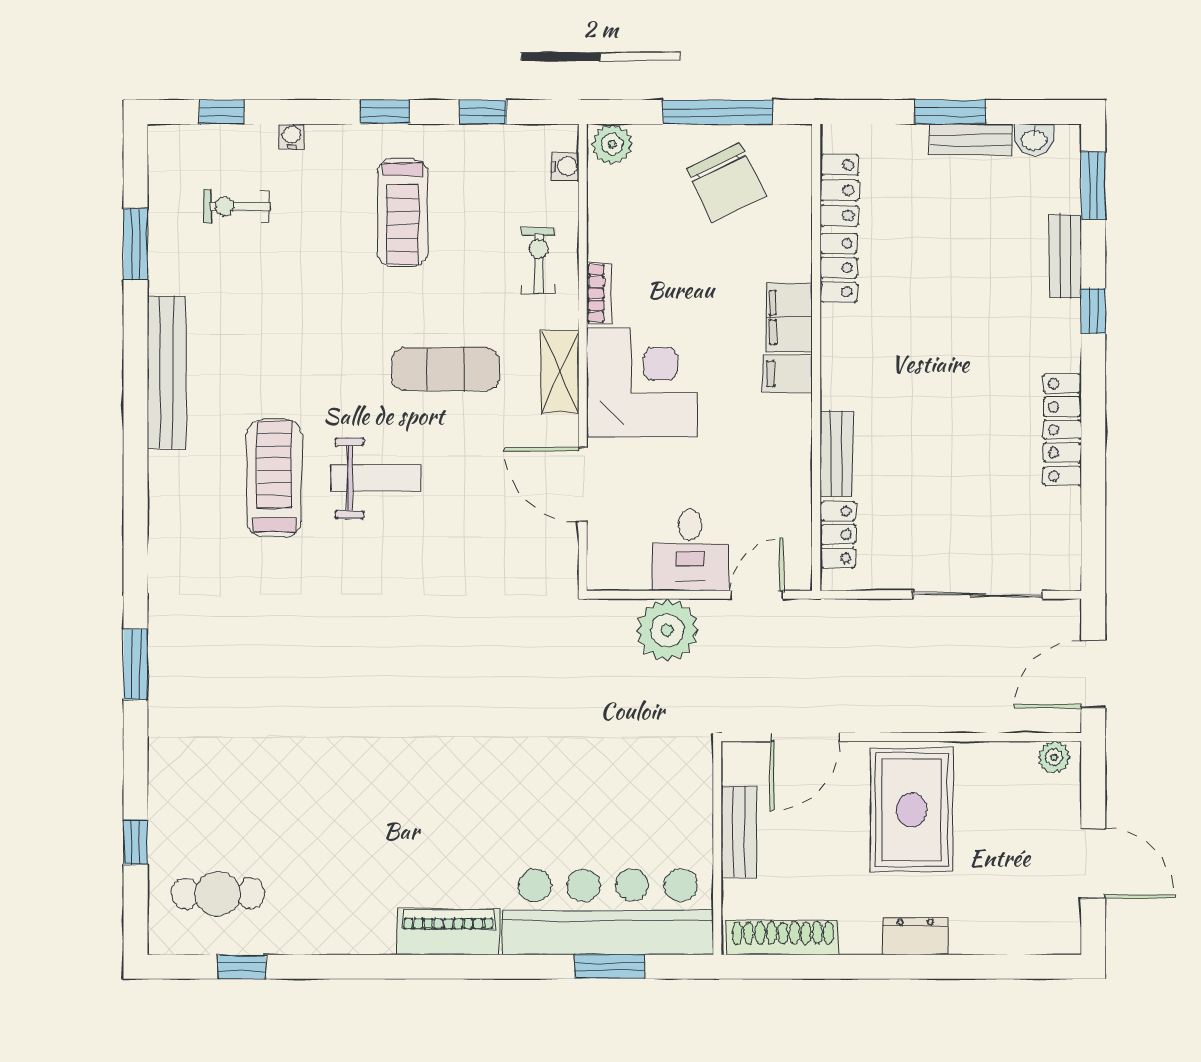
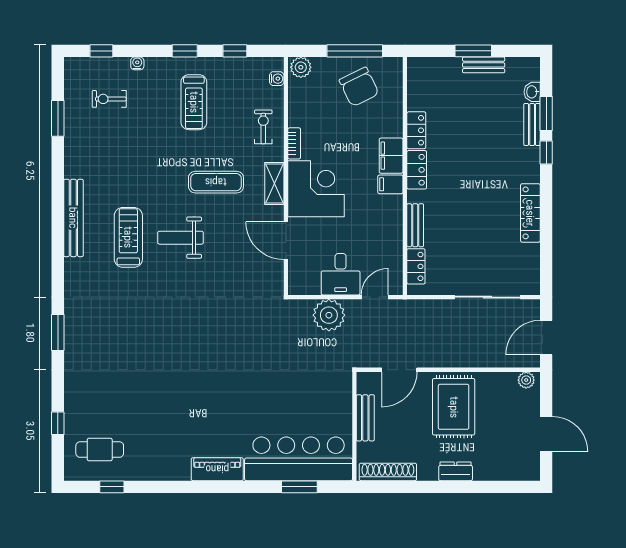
washbasin: (1034, 139) -> (532, 92), moved, turned 90
window: (1093, 186) -> (546, 113), moved
locker: (839, 190) -> (417, 170), moved
bench: (166, 372) -> (73, 218), moved
weight bench: (376, 478) -> (180, 238), turned 180

